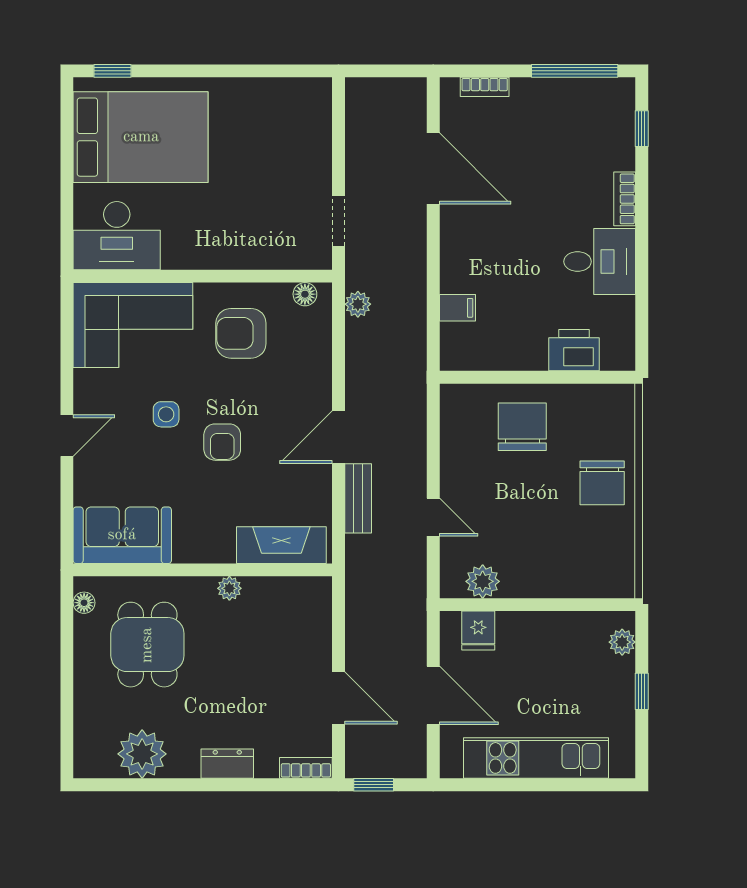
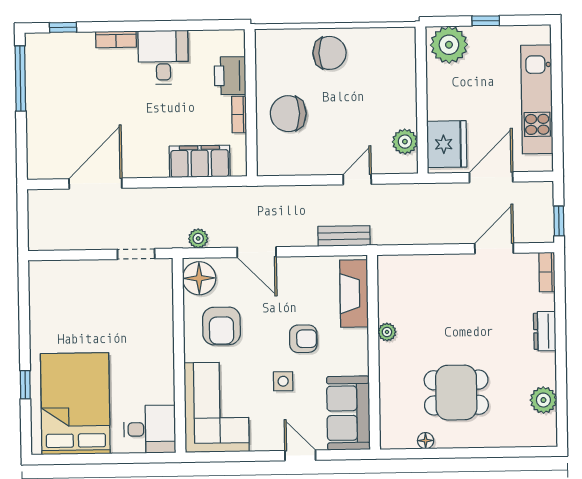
window: (112, 71) -> (25, 385), moved
bookcase: (485, 87) -> (239, 115), moved, turned 180
desk: (117, 236) -> (150, 429), width x0.73
floor lamp: (305, 294) -> (199, 278), width x1.89, depth x1.89
filing cabinet: (457, 308) -> (200, 161), width x3.00, depth x1.17
door: (339, 437) -> (257, 252), moved
sofa: (122, 535) -> (348, 413), moved
fireplace: (281, 545) -> (354, 294), moved
wall: (203, 570) -> (373, 352), moved
plant: (229, 588) -> (387, 332), moved
fridge: (478, 631) -> (447, 144), width x1.88, depth x1.34
plant: (622, 642) -> (449, 45), width x1.87, depth x1.87
plant: (142, 754) -> (543, 400), width x0.73, depth x0.73

